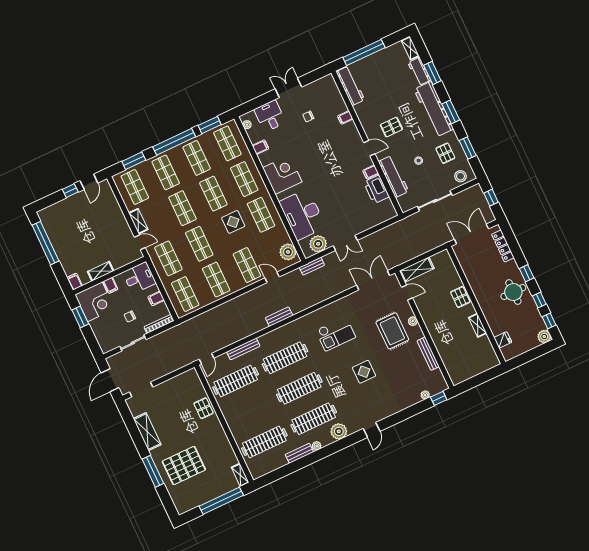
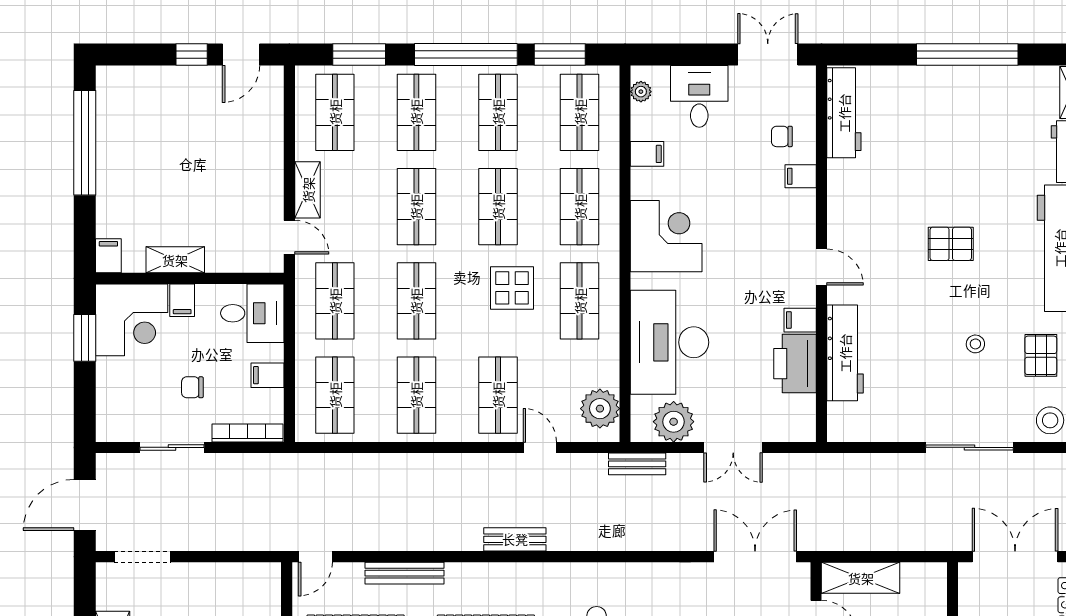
workbench: (350, 86) -> (844, 113), moved
filing cabinet: (345, 118) -> (801, 176), moved
wall: (367, 143) -> (821, 254), moved
door: (369, 148) -> (821, 267), moved
filing cabinet: (371, 172) -> (800, 320), moved
workbench: (394, 176) -> (845, 353), moved
printer: (376, 189) -> (795, 364), moved

